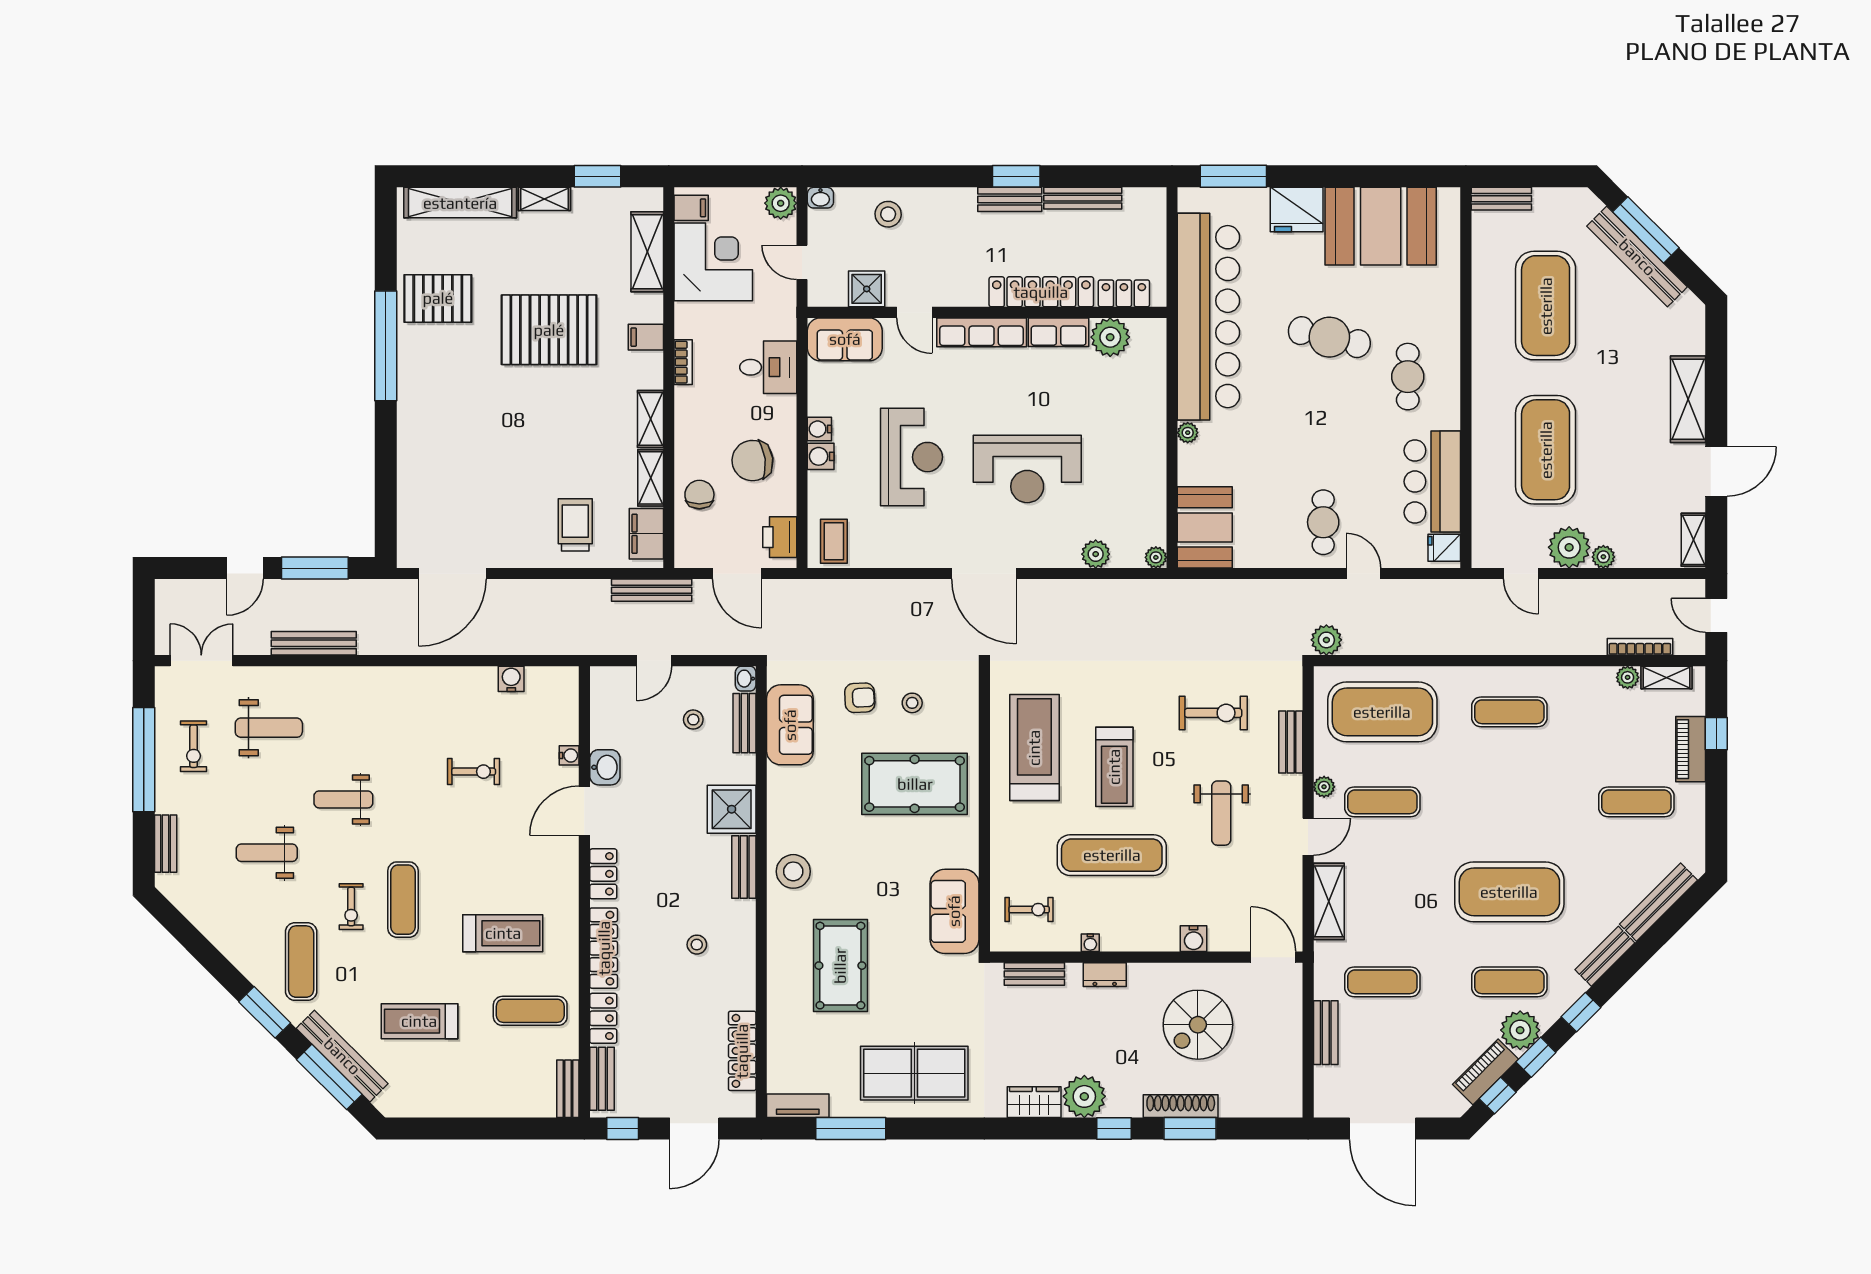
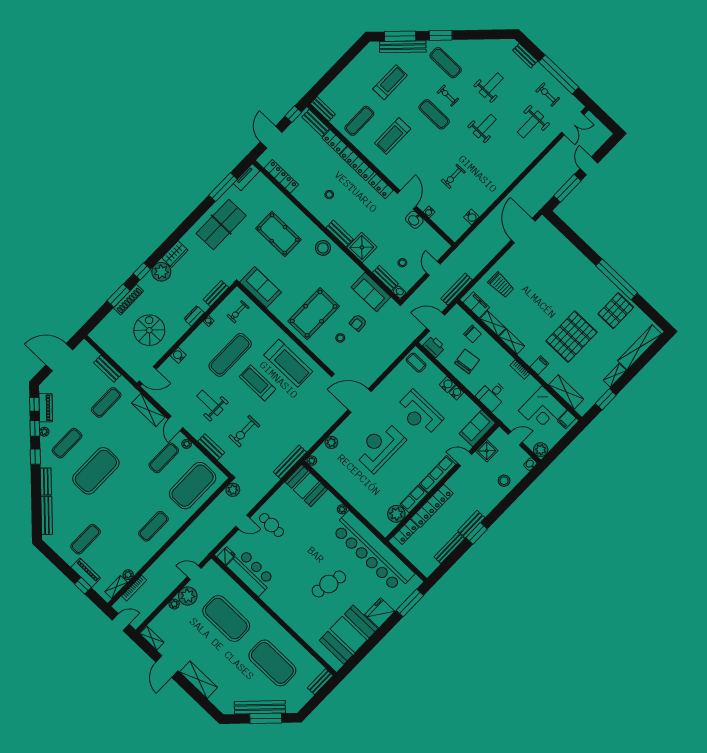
cafe table: (1408, 377) -> (292, 597), removed
bench: (314, 643) -> (290, 462), moved
plant: (1520, 1030) -> (44, 432), width x0.53, depth x0.53

